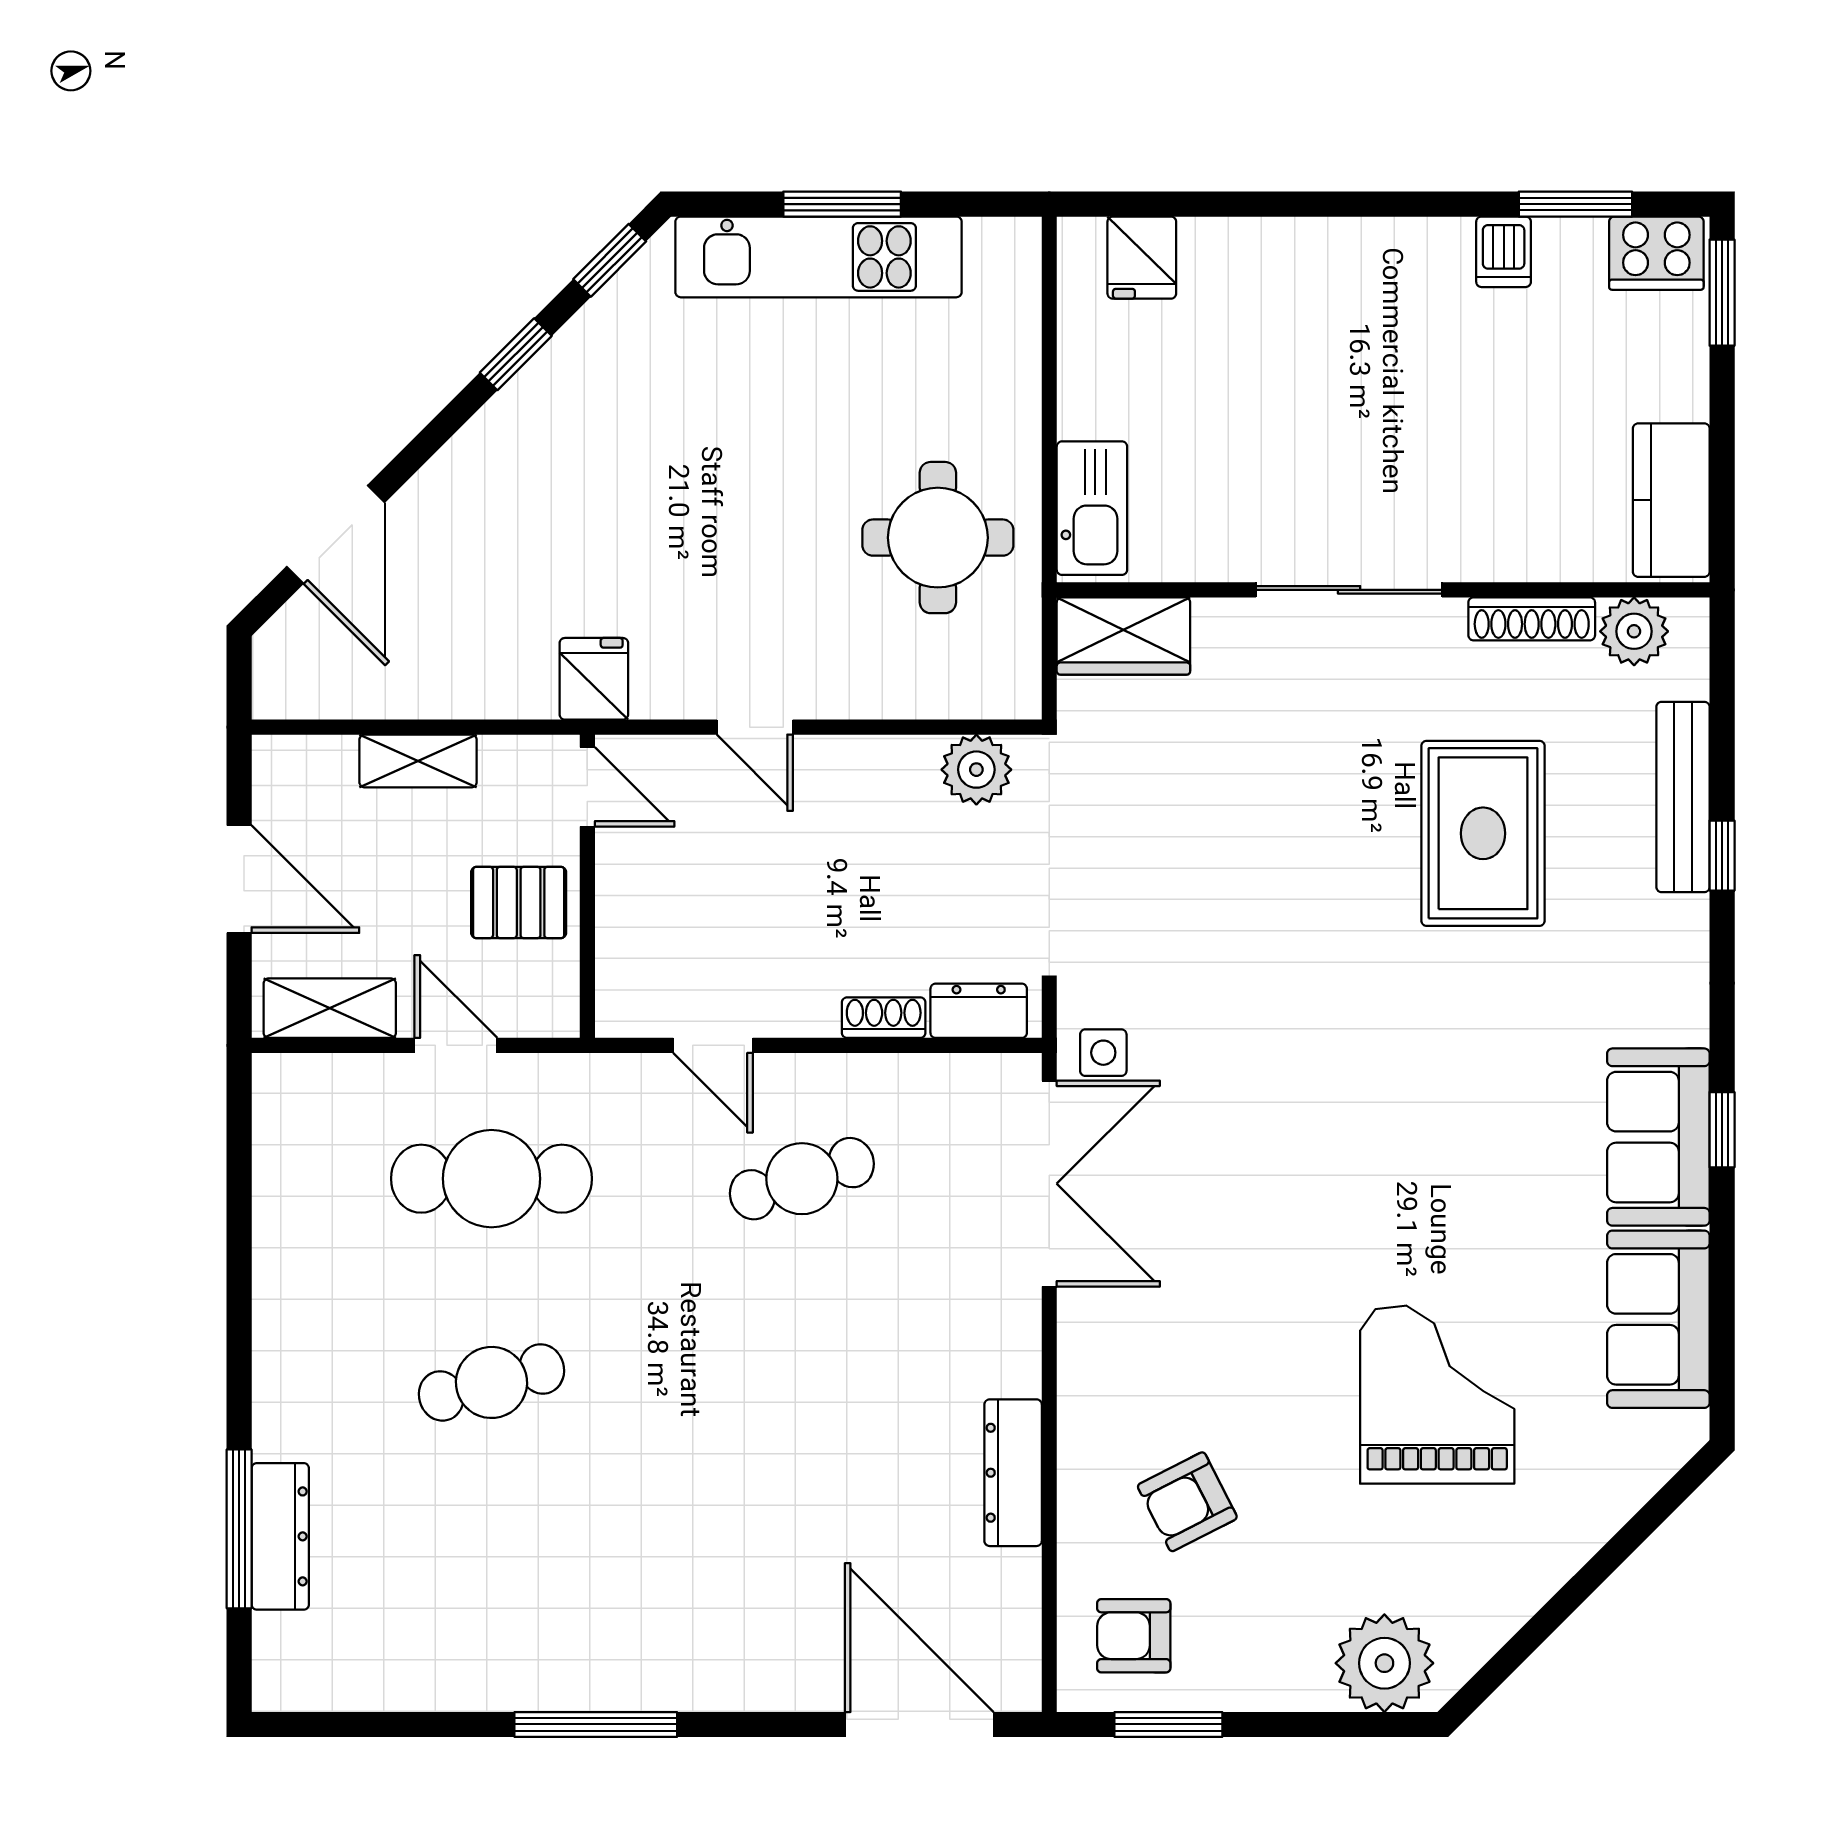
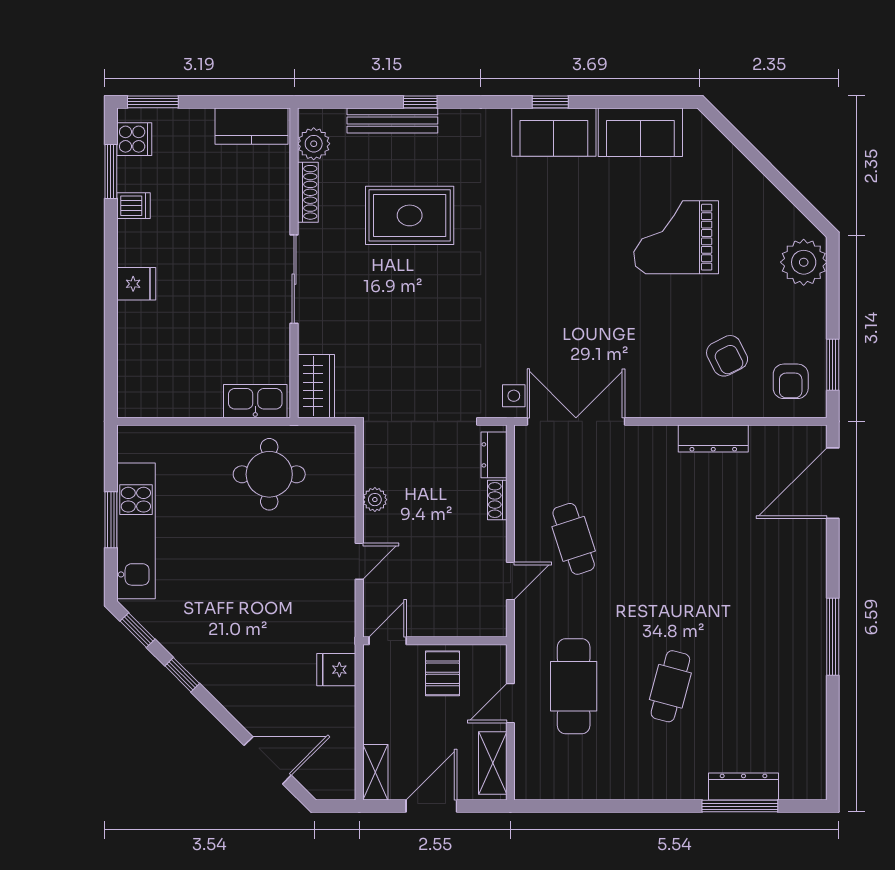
cooker: (1656, 253) -> (134, 139), width x0.73
fridge: (1142, 258) -> (136, 284), moved
fridge: (594, 679) -> (336, 670), moved
shelving: (418, 761) -> (375, 772), moved
plant: (976, 770) -> (375, 500), moved, width x0.73, depth x0.73
cafe table: (491, 1382) -> (670, 686), turned 30

